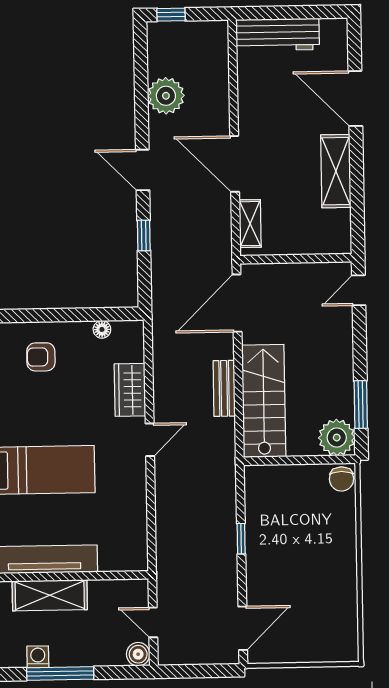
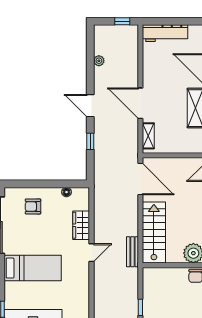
window: (171, 15) -> (122, 21), moved
plant: (166, 96) -> (99, 61), width x0.53, depth x0.53
door: (237, 303) -> (140, 179), swing flipped
bench: (224, 388) -> (133, 252), moved

